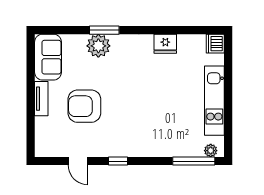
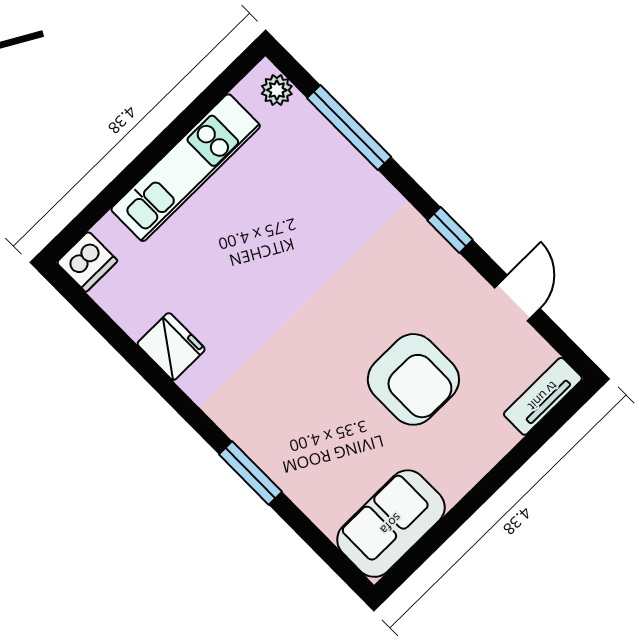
plant: (98, 46) -> (287, 457), removed
tv unit: (41, 99) -> (543, 396), moved
window: (194, 161) -> (349, 128), moved

